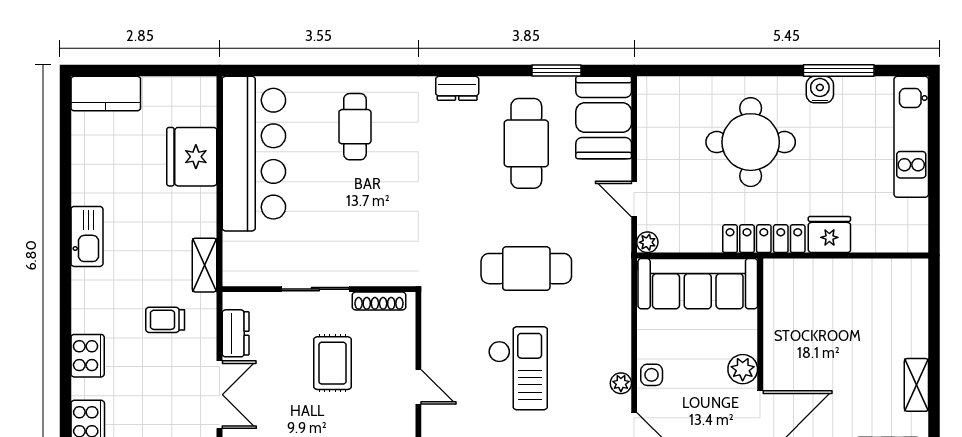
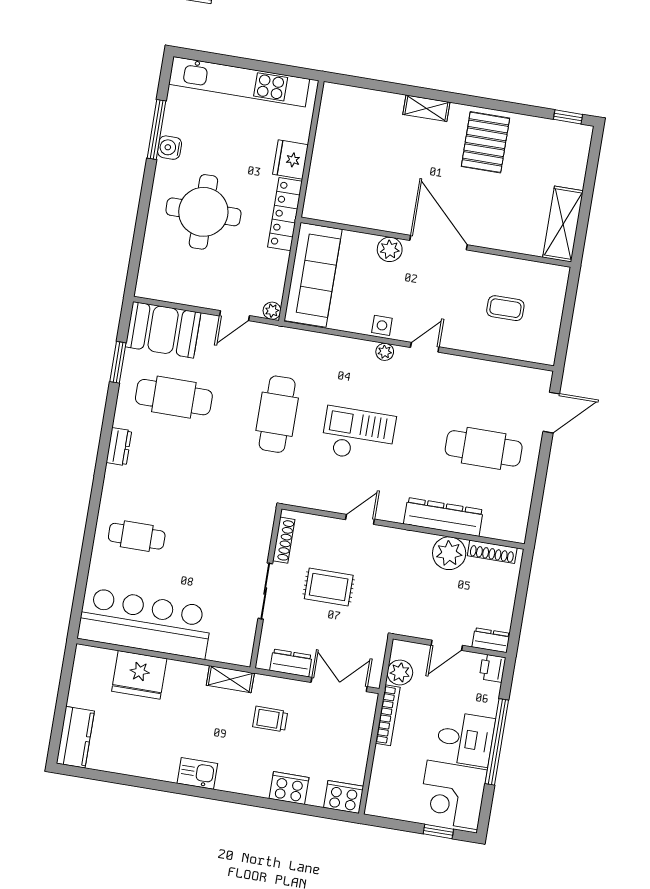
kitchen unit: (911, 137) -> (239, 82), width x1.36
kitchen sink: (87, 236) -> (197, 773), width x0.73
trolley: (165, 320) -> (270, 719), turned 90

